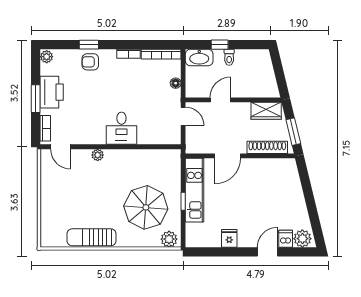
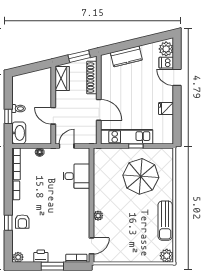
printer: (52, 92) -> (41, 256), width x0.53, depth x0.68
desk: (121, 128) -> (76, 176), moved
kitchen counter: (293, 190) -> (126, 56), added
plant: (169, 239) -> (167, 256), moved

